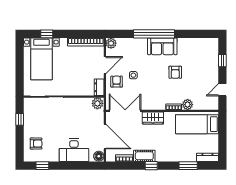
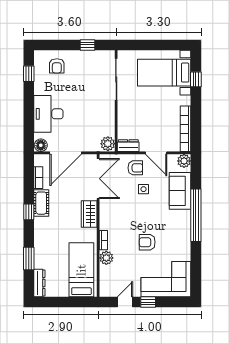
sofa: (162, 46) -> (180, 191), moved
corner sofa: (204, 58) -> (166, 279), added
window: (222, 61) -> (148, 302), moved
door: (222, 90) -> (125, 302), hinge flipped

